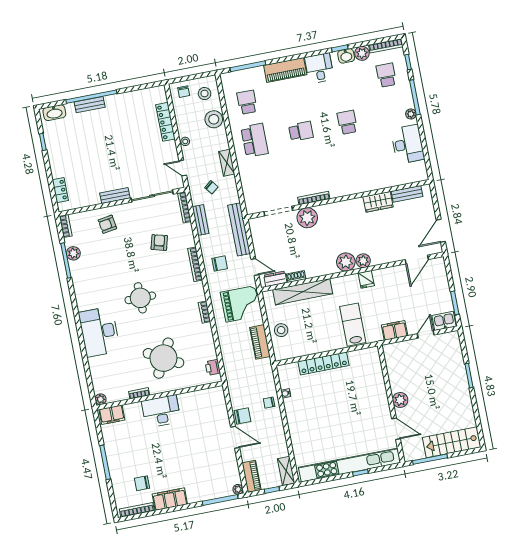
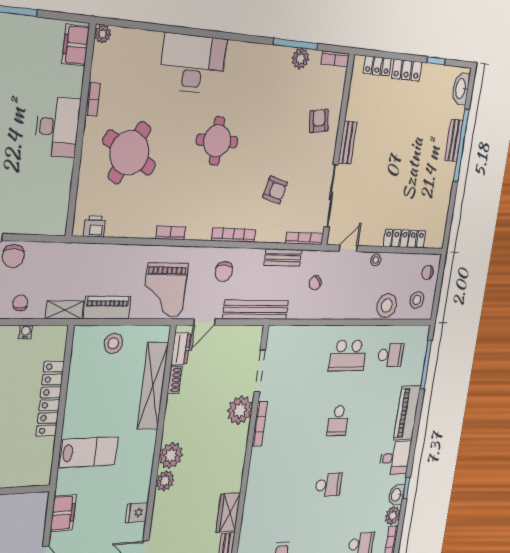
shelving: (227, 163) -> (64, 310), moved
locker: (56, 165) -> (407, 70), added
fridge: (366, 279) -> (137, 513), moved

